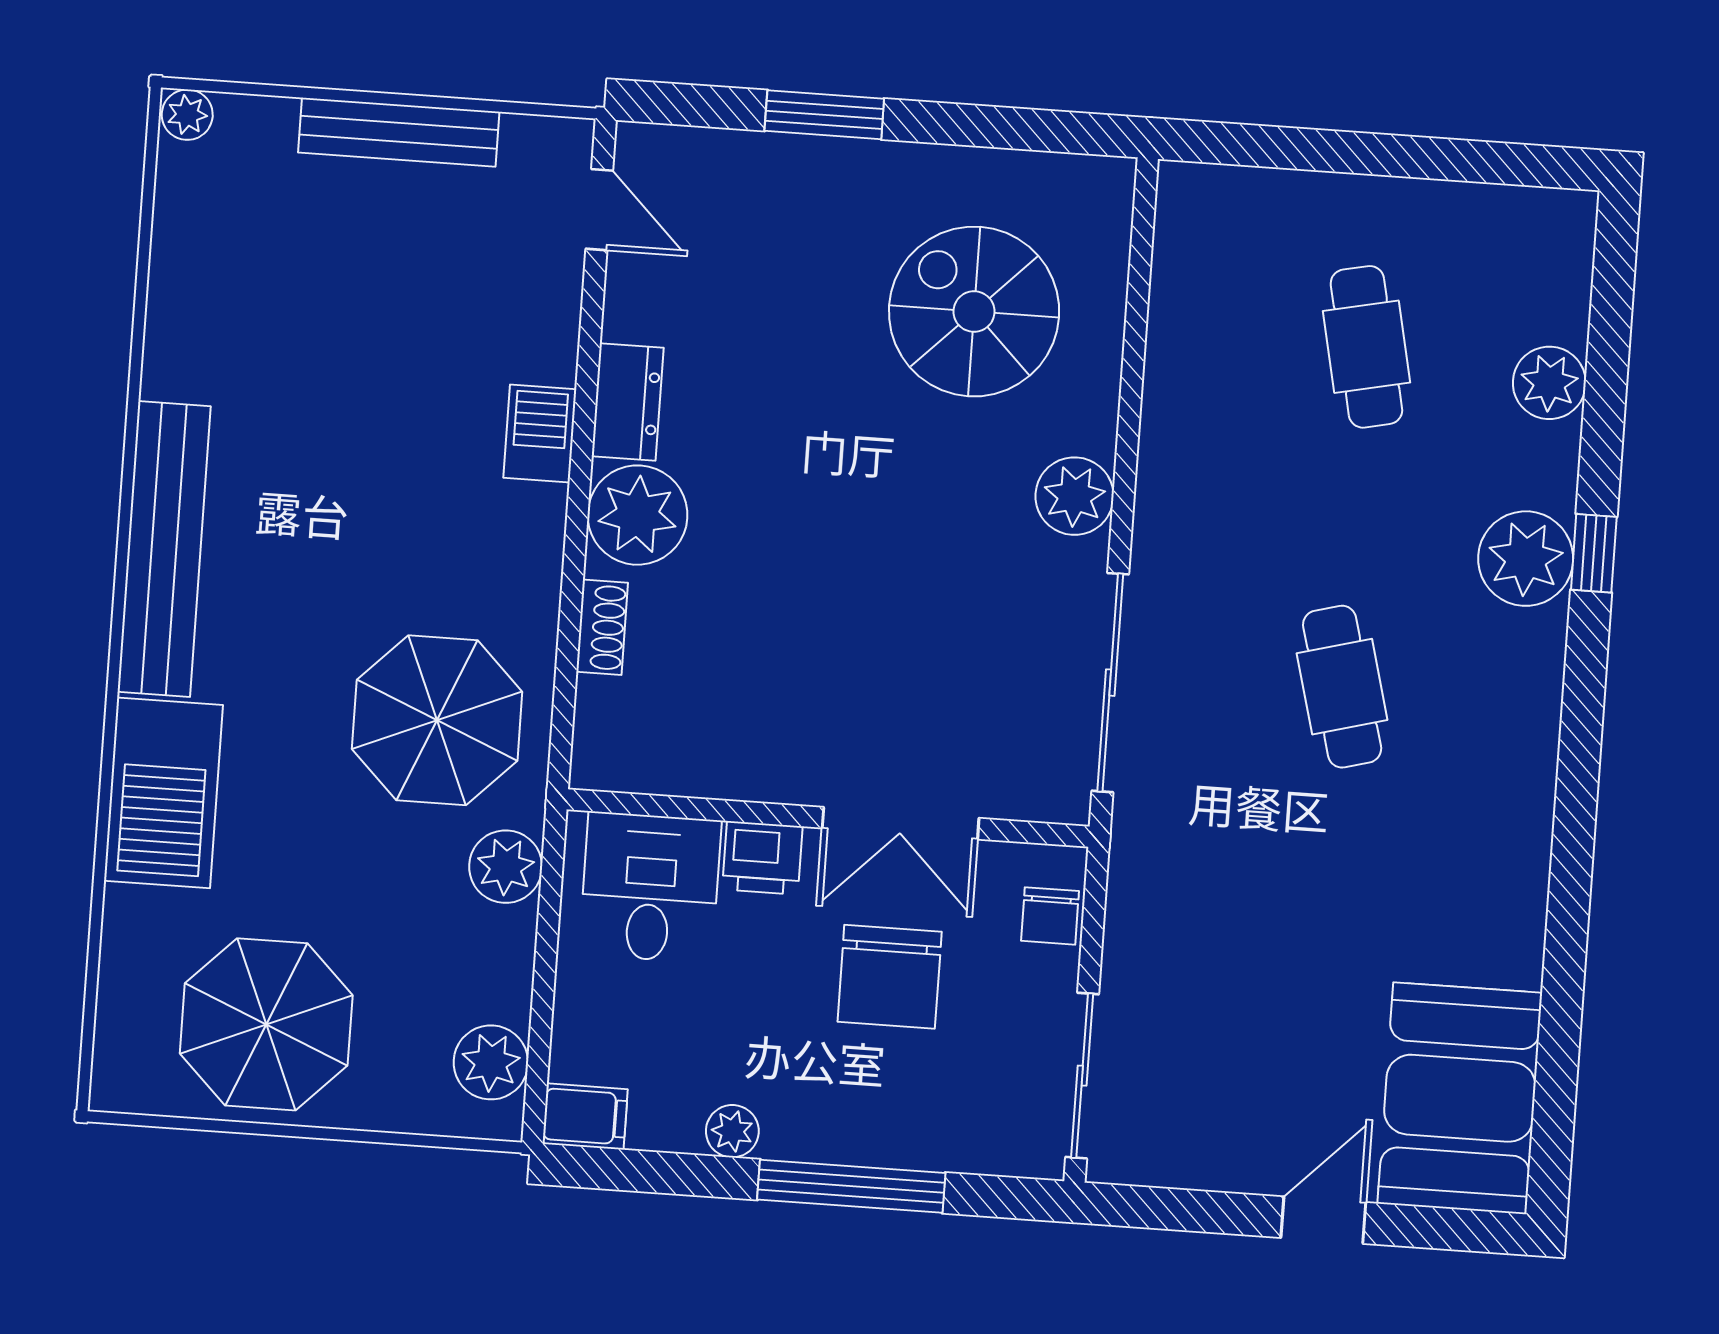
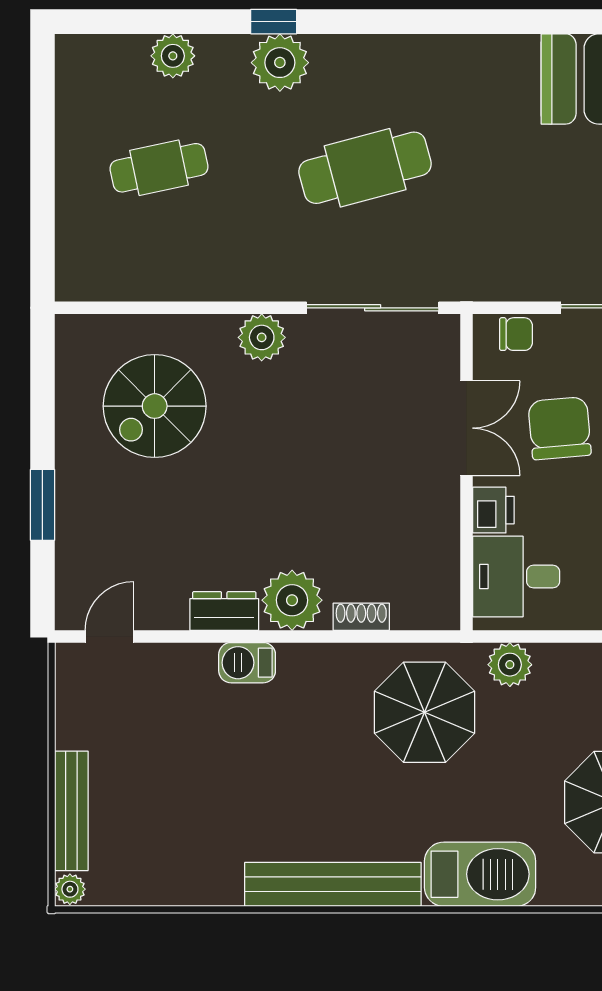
bench: (399, 132) -> (71, 811), moved
cafe table: (1342, 687) -> (365, 168), width x1.37, depth x1.35
chair: (890, 977) -> (560, 428), turned -95

